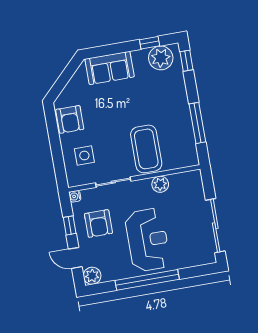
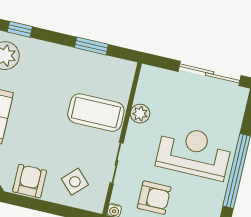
armchair: (70, 119) -> (30, 181), turned -90
window: (197, 123) -> (91, 46), width x0.69
side table: (84, 156) -> (75, 182), turned 45

